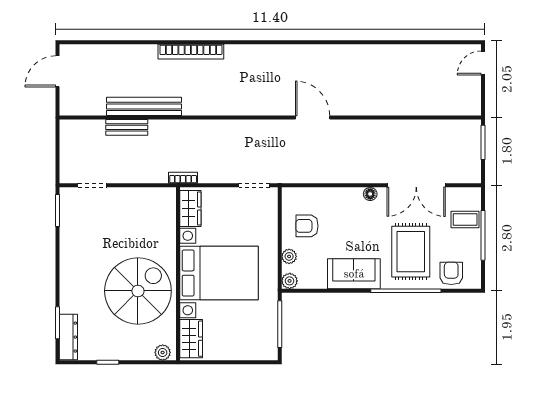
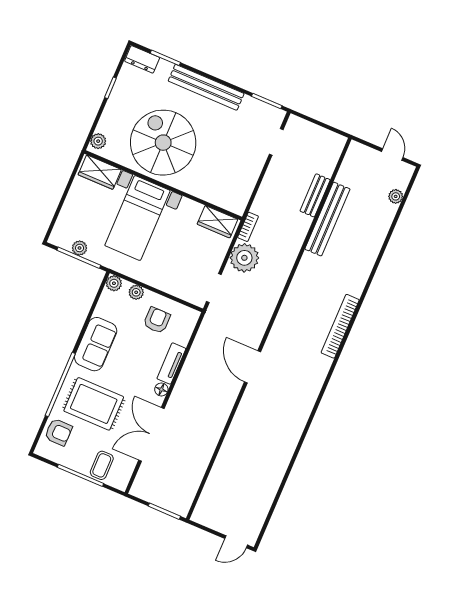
plant: (95, 52) -> (396, 196), added
bookcase: (191, 52) -> (340, 326), moved
door: (483, 63) -> (236, 542), swing flipped
door: (58, 71) -> (392, 155), width x0.73
door: (313, 118) -> (252, 367), swing flipped
plant: (214, 169) -> (244, 258), added
tv unit: (342, 195) -> (171, 364), added
bench: (69, 273) -> (206, 87), added
bed with nightstands: (219, 273) -> (137, 218), width x0.73
spiral stairs: (138, 291) -> (163, 143), turned 180
plant: (270, 327) -> (80, 248), added
dresser: (68, 337) -> (142, 59), width x0.70

